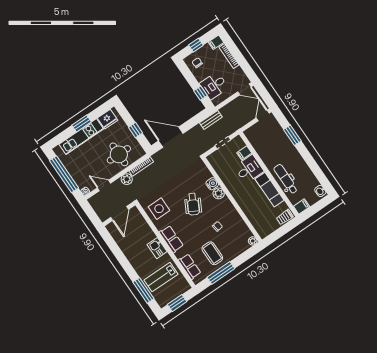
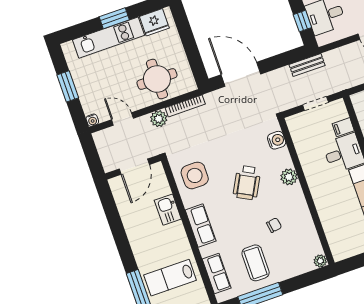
window: (135, 130) -> (191, 50), removed
window: (64, 174) -> (68, 86), width x0.47
water cooler: (212, 184) -> (277, 140), moved
kitchen sink: (157, 248) -> (168, 210), moved

